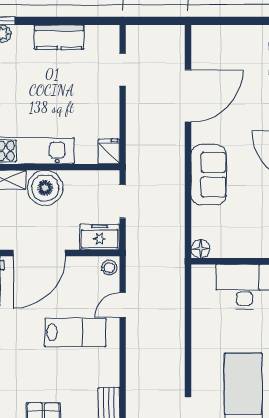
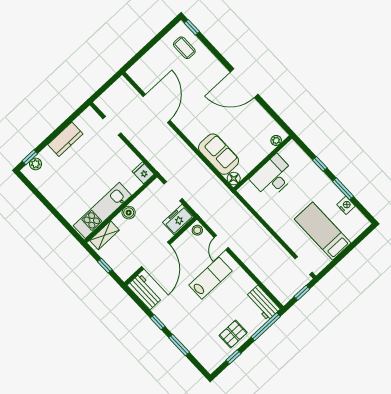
sofa: (209, 175) -> (219, 154), moved
boiler: (45, 188) -> (129, 213), width x0.54, depth x0.54

